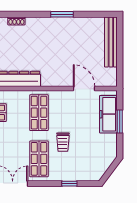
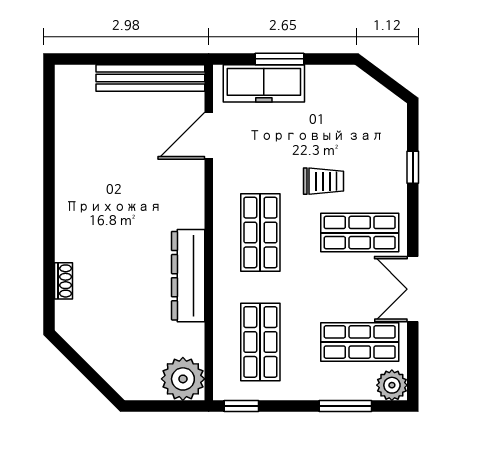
window: (62, 14) -> (49, 183), removed
bench: (111, 42) -> (150, 78), moved
shop shelf: (39, 113) -> (260, 233), turned 90

